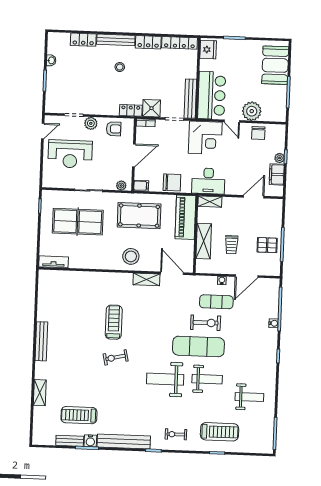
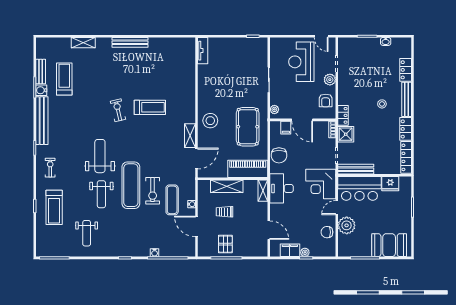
fridge: (208, 50) -> (390, 184), moved
filing cabinet: (141, 186) -> (286, 128), moved
table tennis table: (78, 222) -> (240, 71), removed

